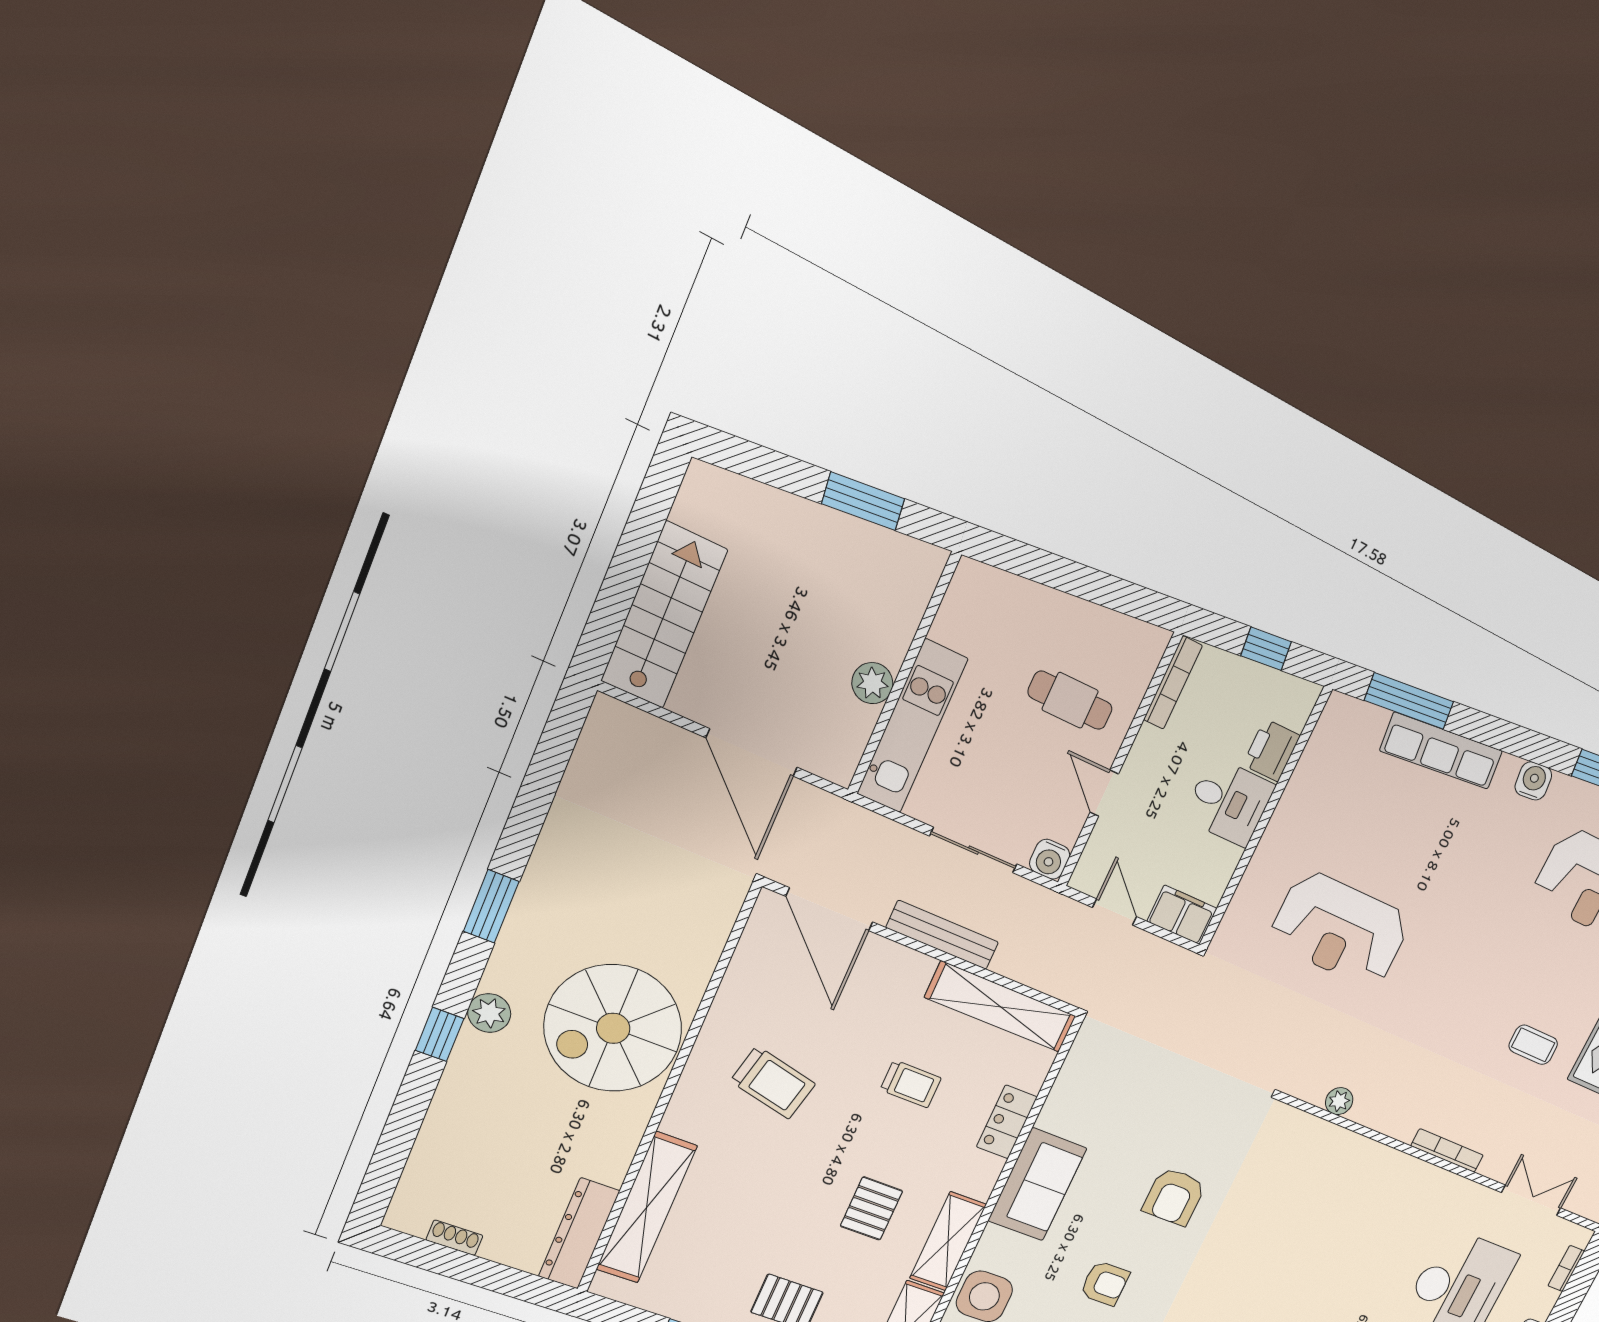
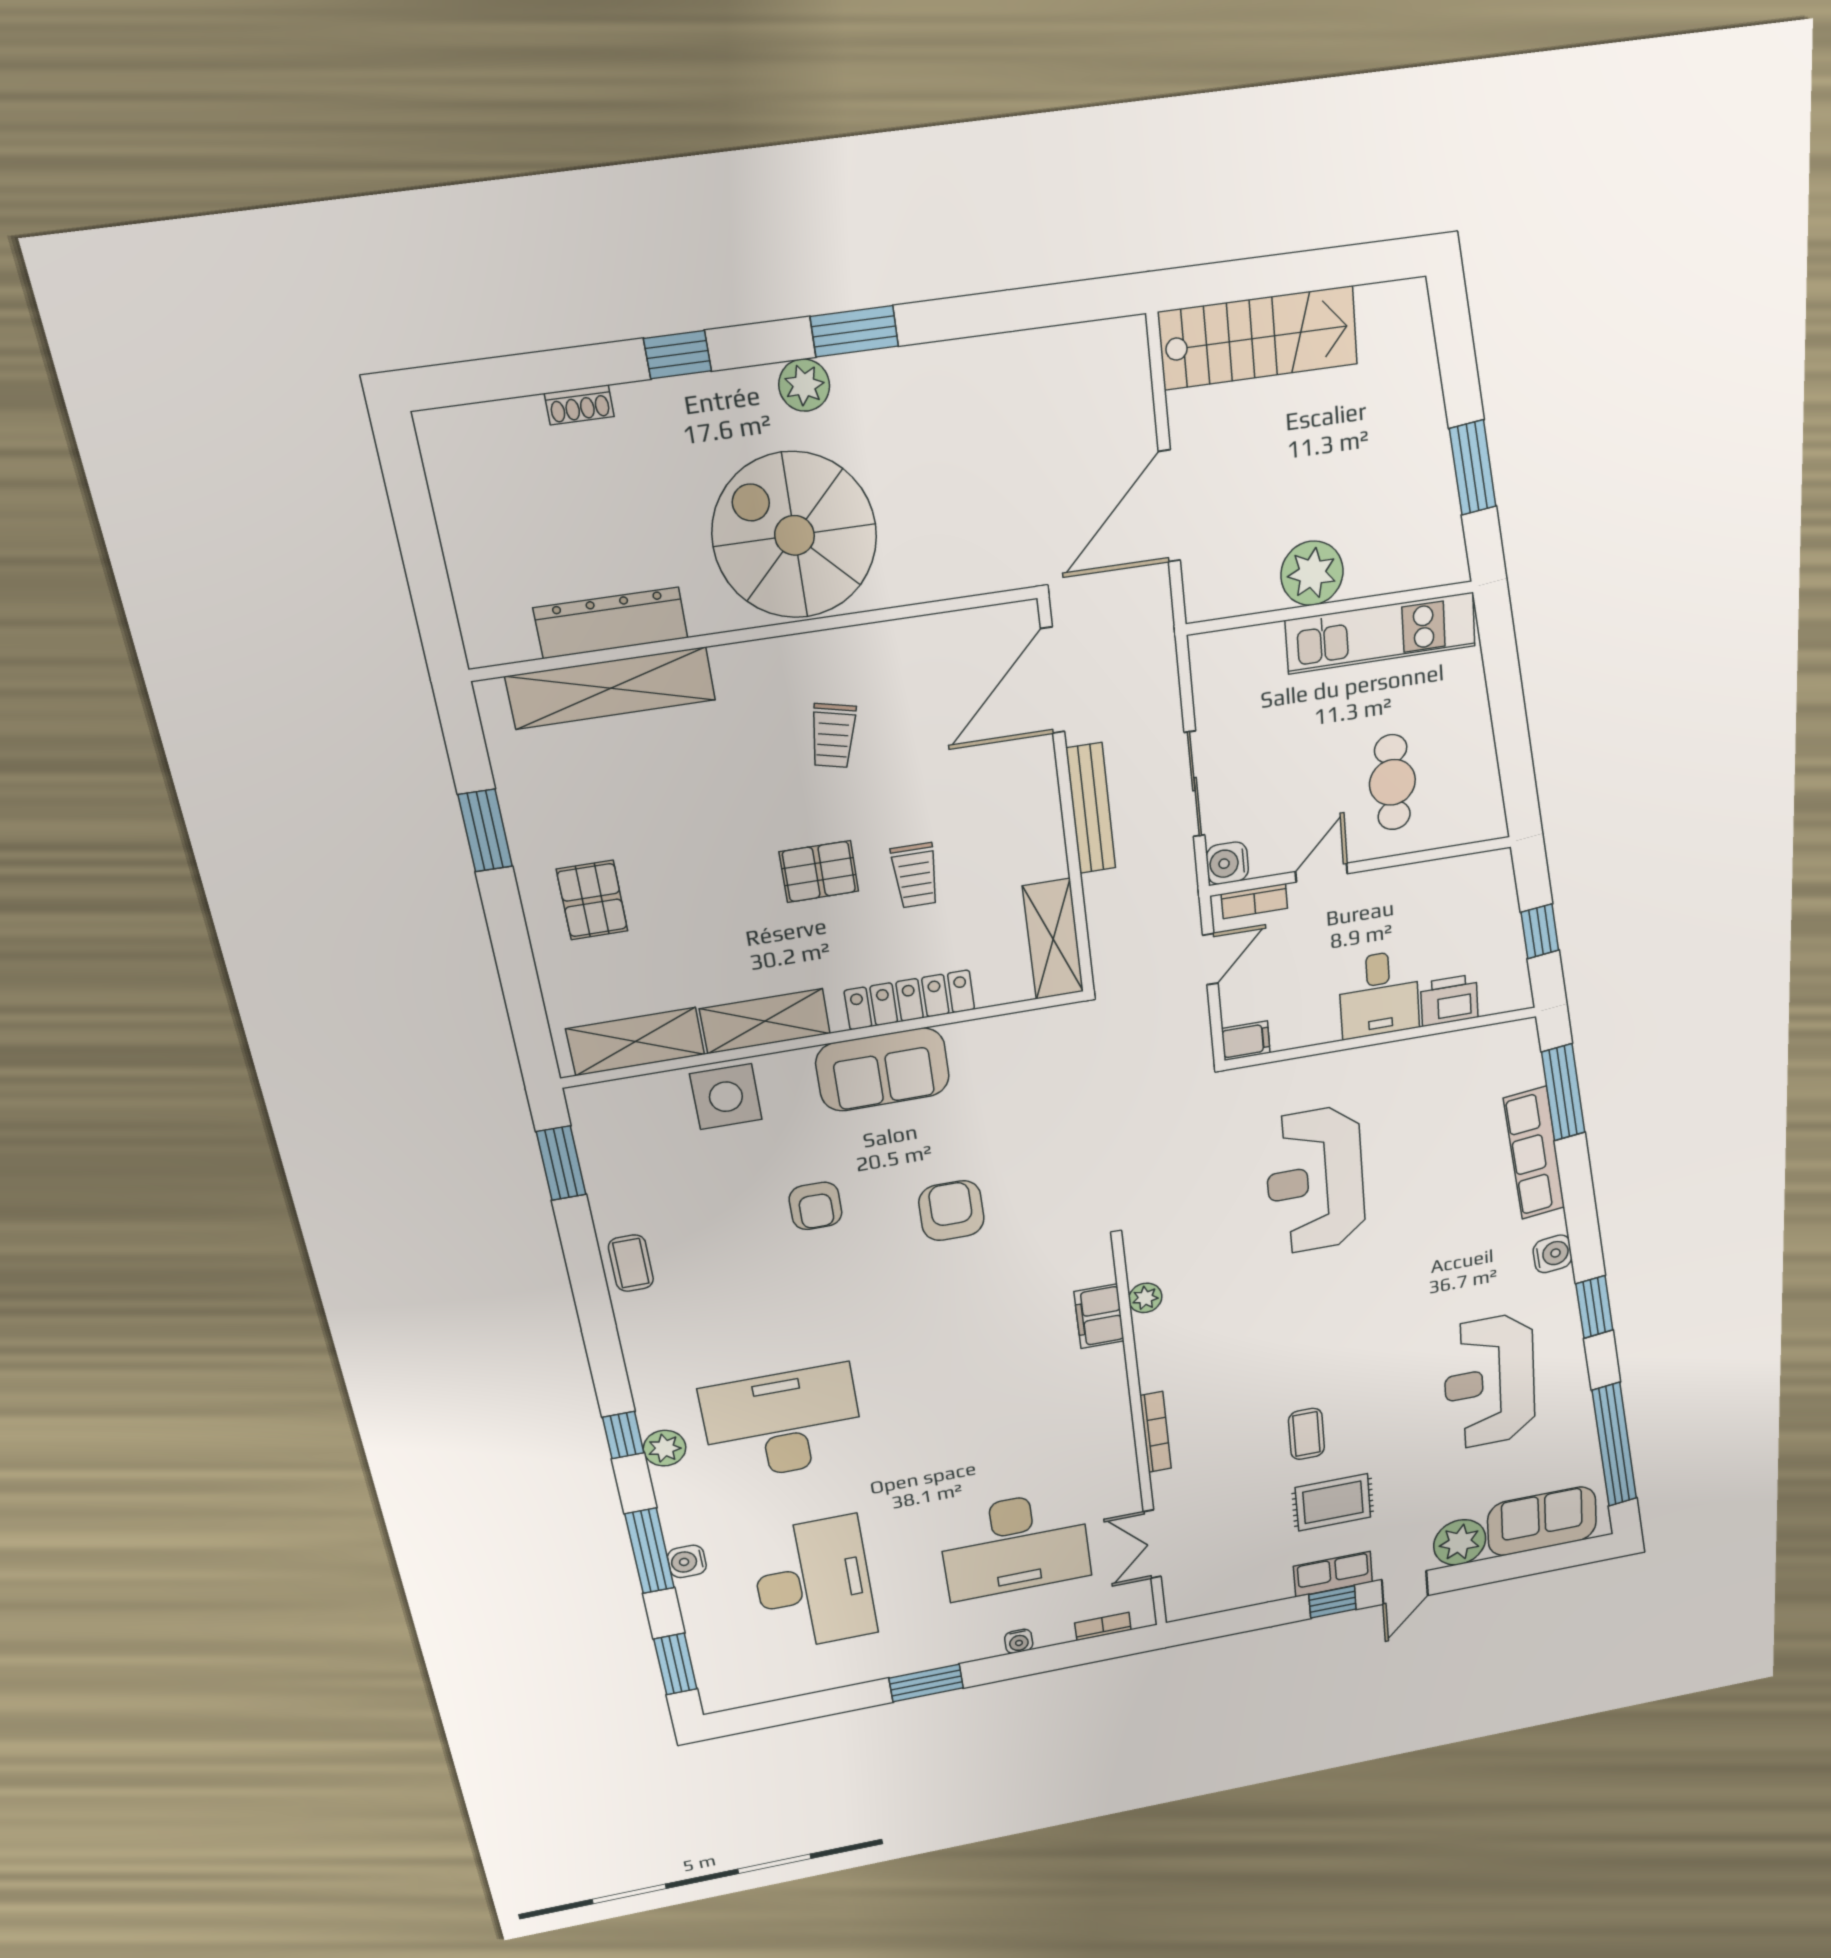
plant: (872, 683) -> (1312, 573), width x1.36, depth x1.36
bookcase: (1173, 683) -> (1254, 901), moved, width x0.64
kitchen unit: (912, 726) -> (1381, 633), moved
filing cabinet: (1182, 915) -> (1246, 1041), width x0.50
shelving: (1001, 1007) -> (1053, 939), width x0.68
plant: (489, 1013) -> (804, 385), moved
trolley: (773, 1083) -> (833, 736), width x0.73, depth x0.72
locker: (1007, 1122) -> (910, 1000), width x1.53
filing cabinet: (1329, 1141) -> (1099, 1316), added
armchair: (1174, 1197) -> (951, 1211), turned 90
double door: (1531, 1200) -> (1152, 1544), swing flipped
pallet: (871, 1208) -> (819, 872), moved
dresser: (579, 1234) -> (611, 623), moved
shoe rack: (454, 1238) -> (579, 405), moved, turned 90

